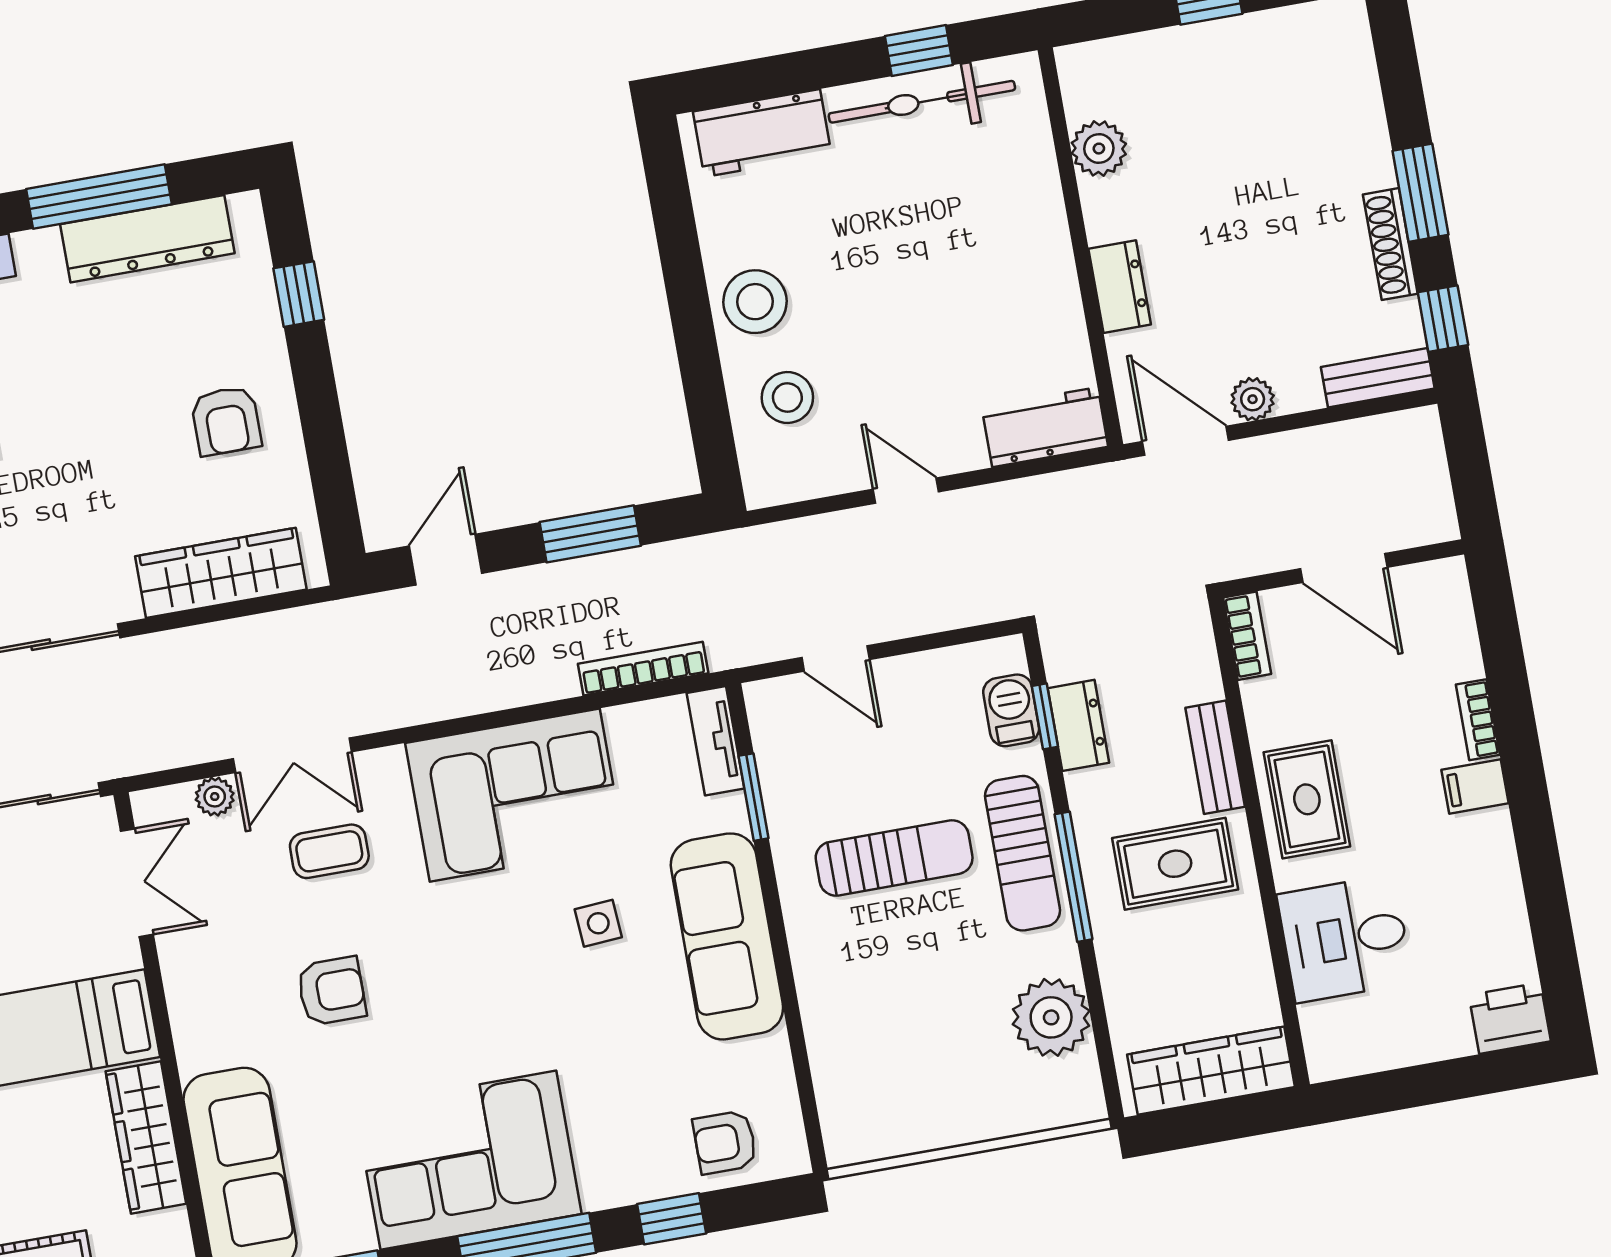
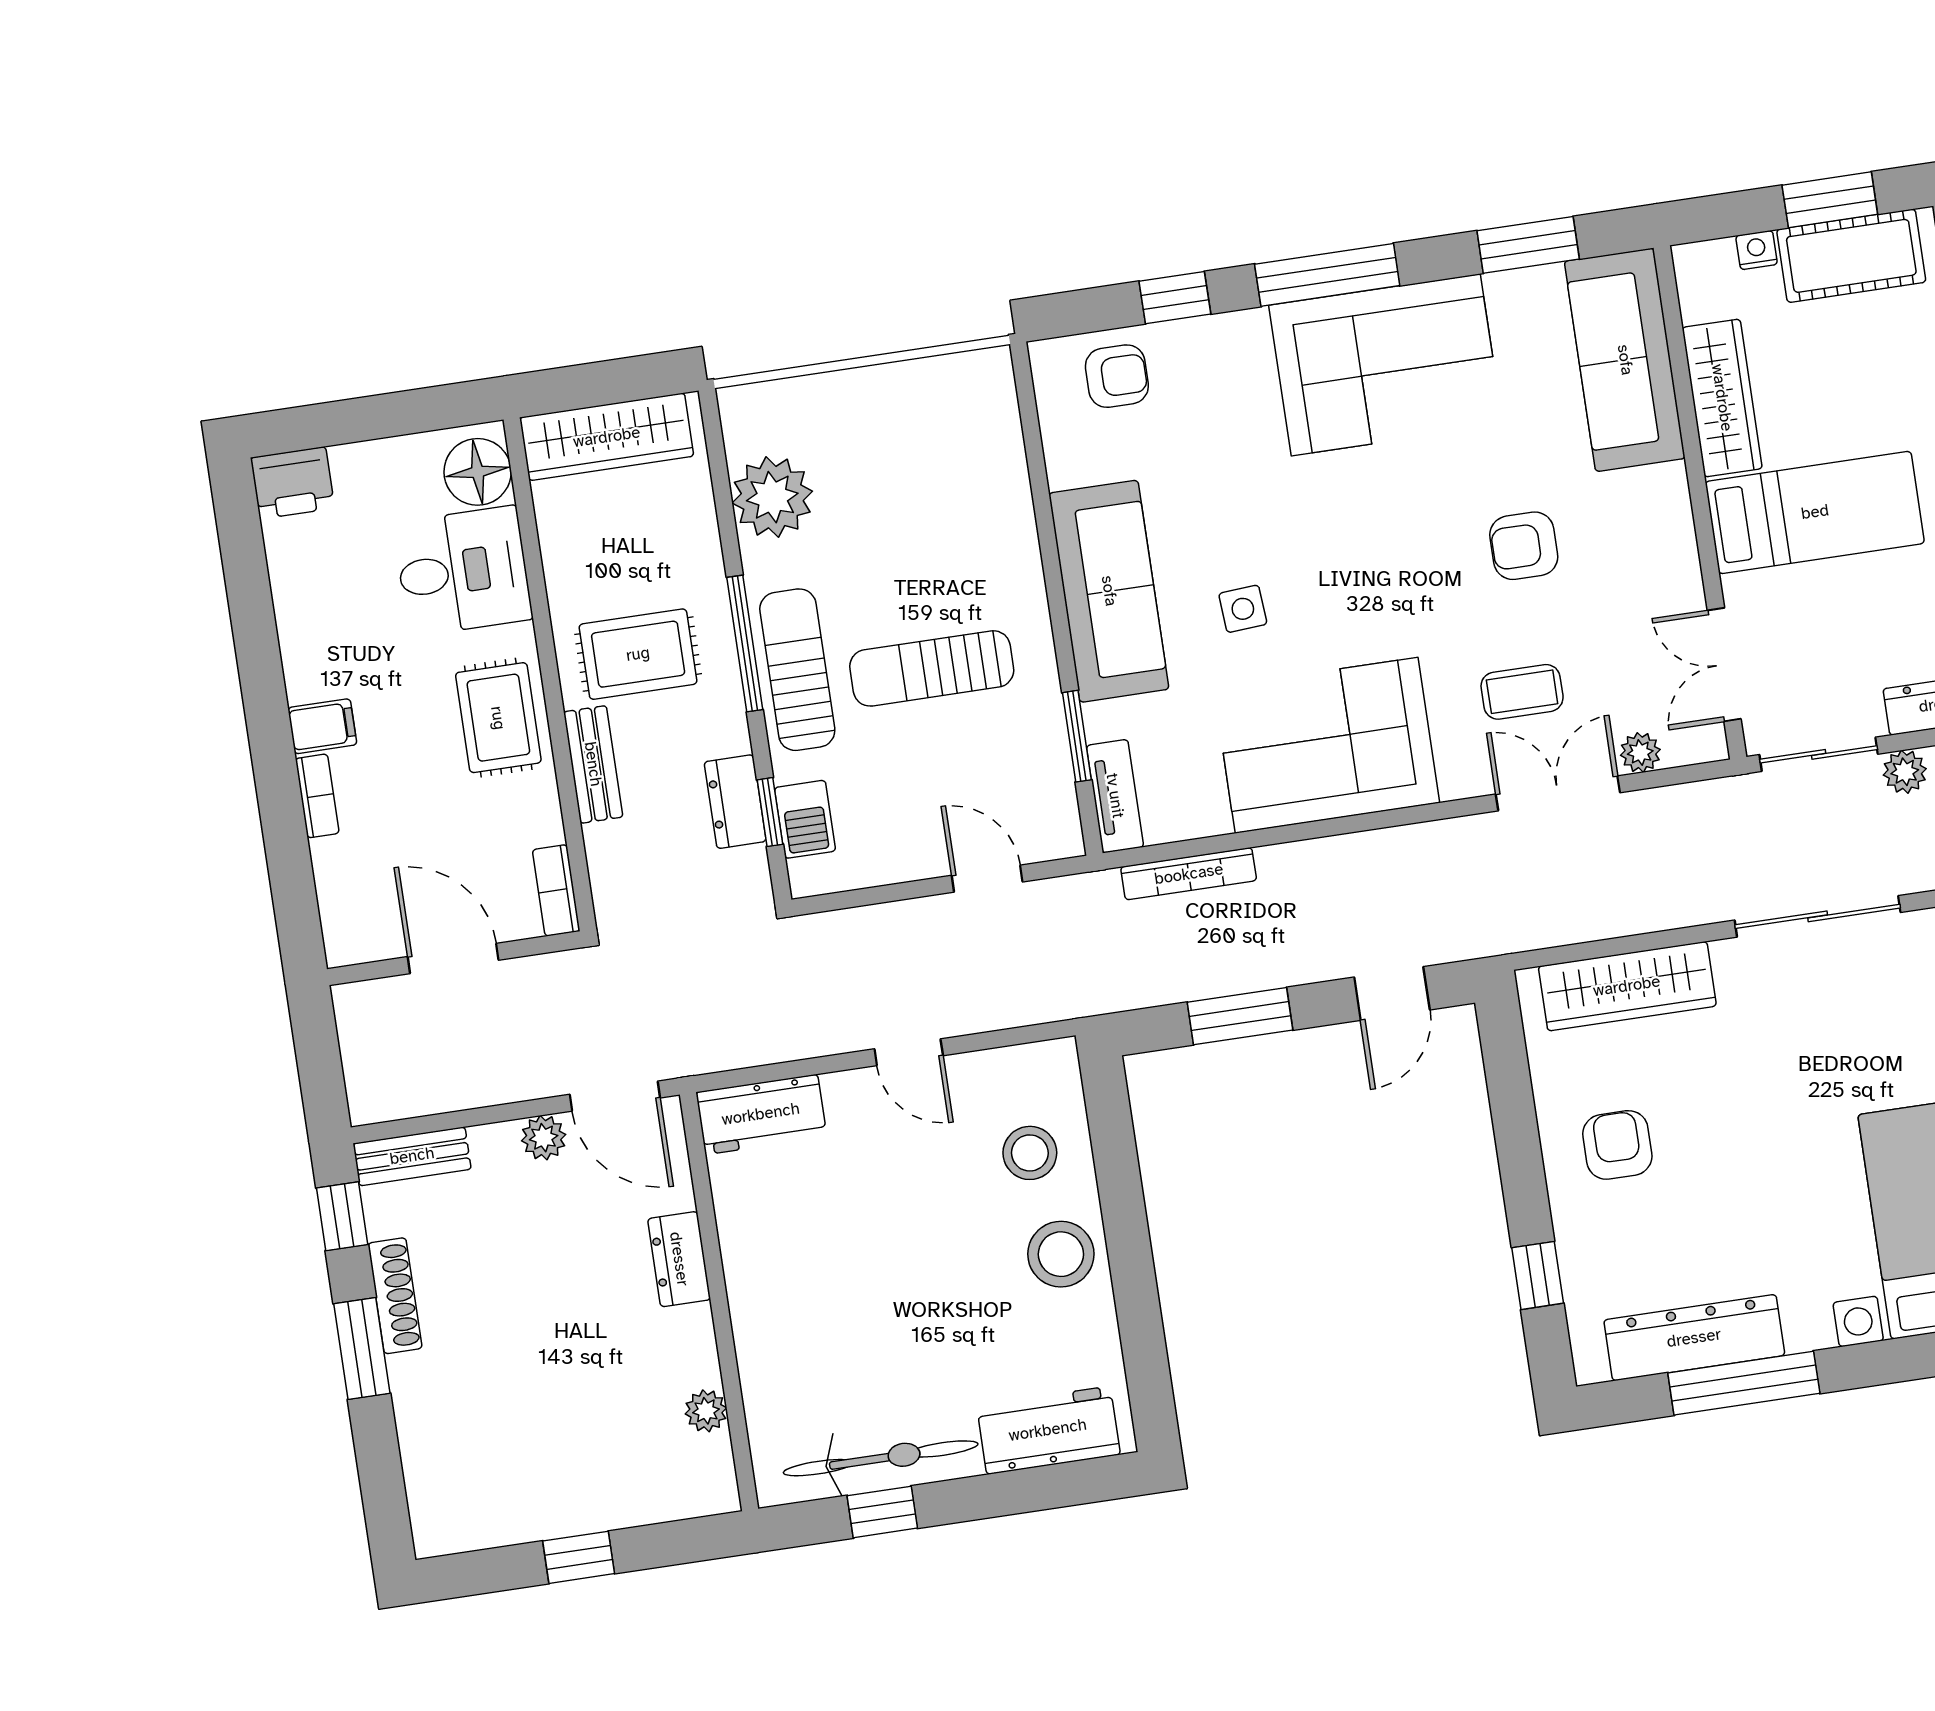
plant: (1099, 149) -> (706, 1411), width x0.73, depth x0.73
floor lamp: (1333, 1034) -> (478, 472), added

